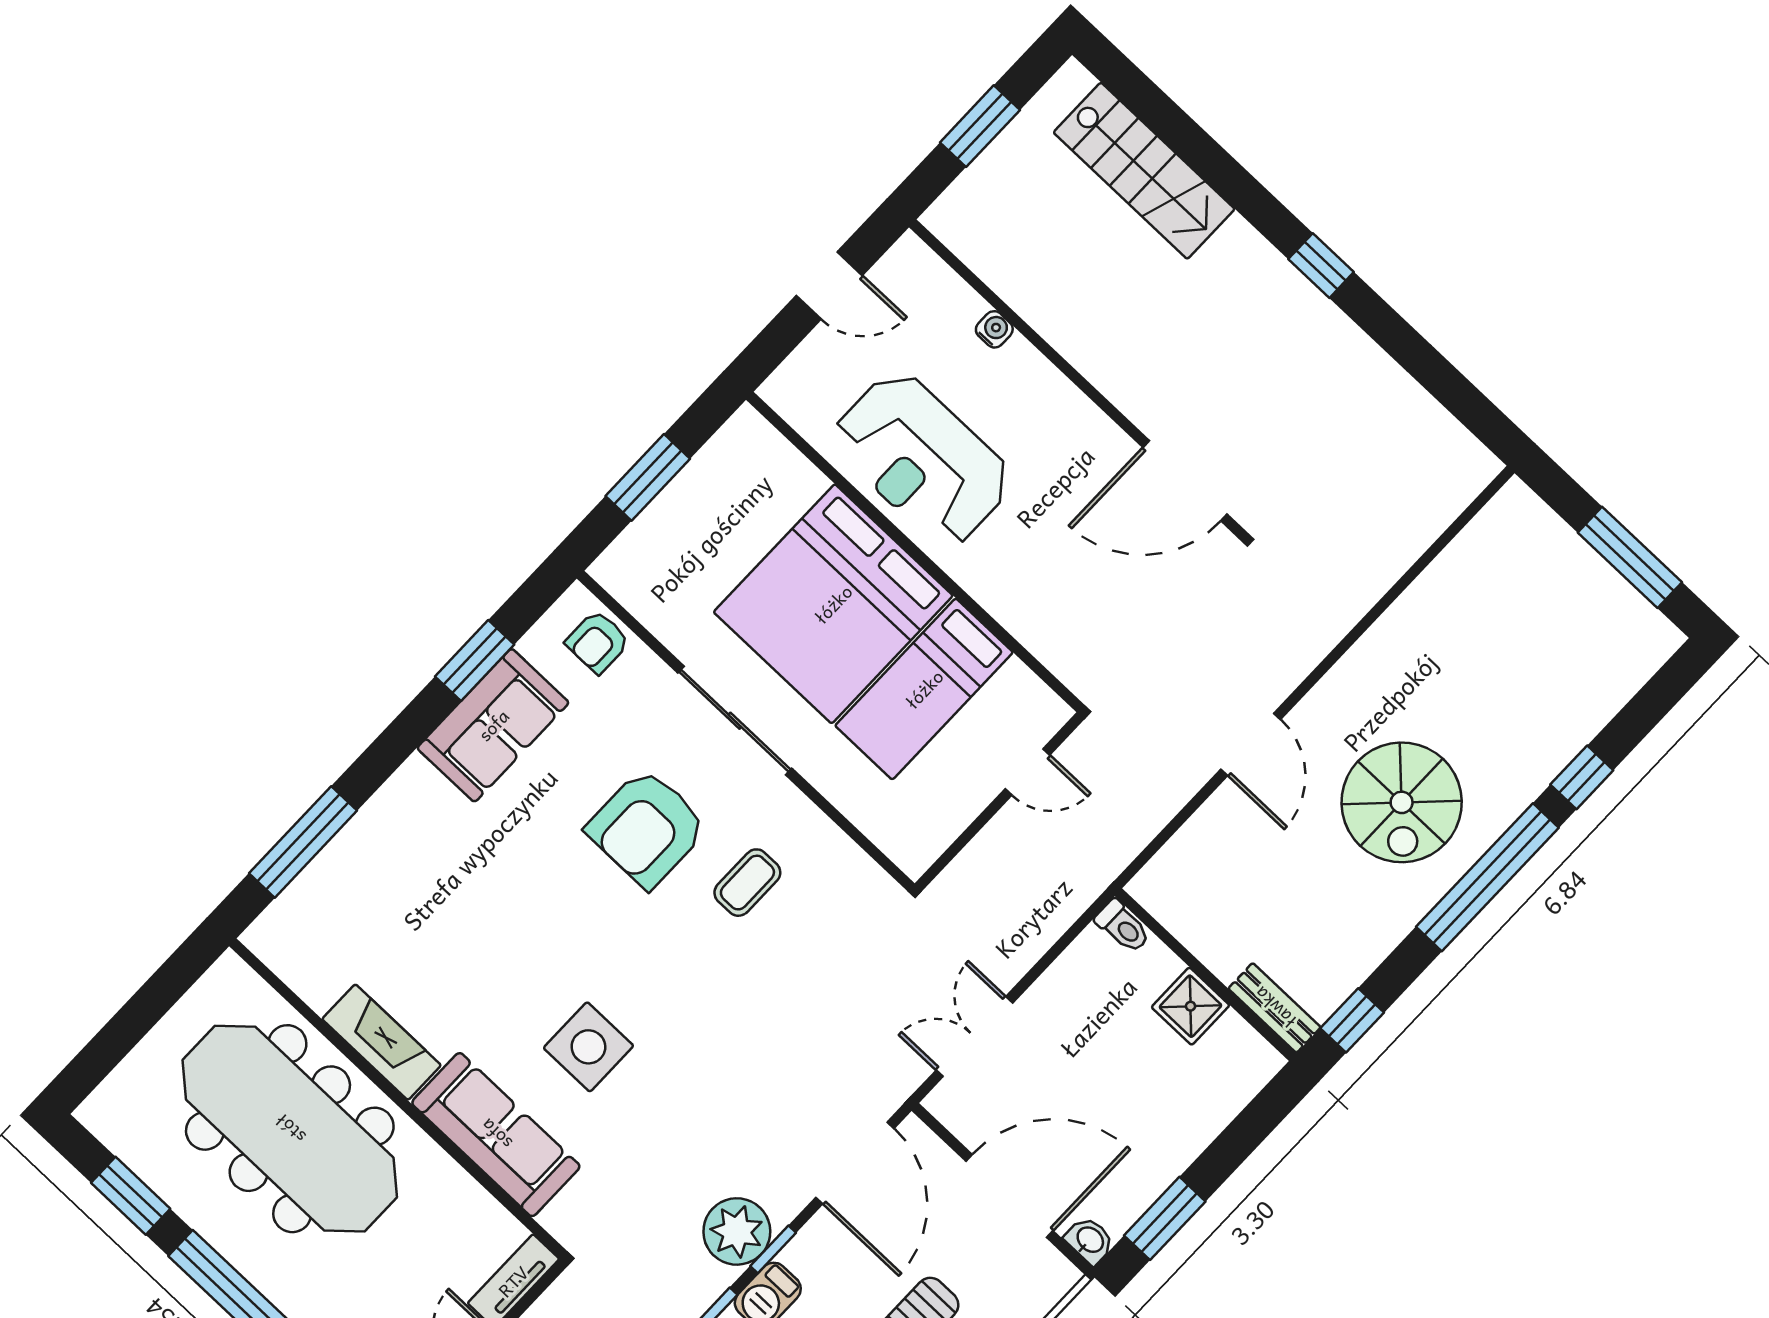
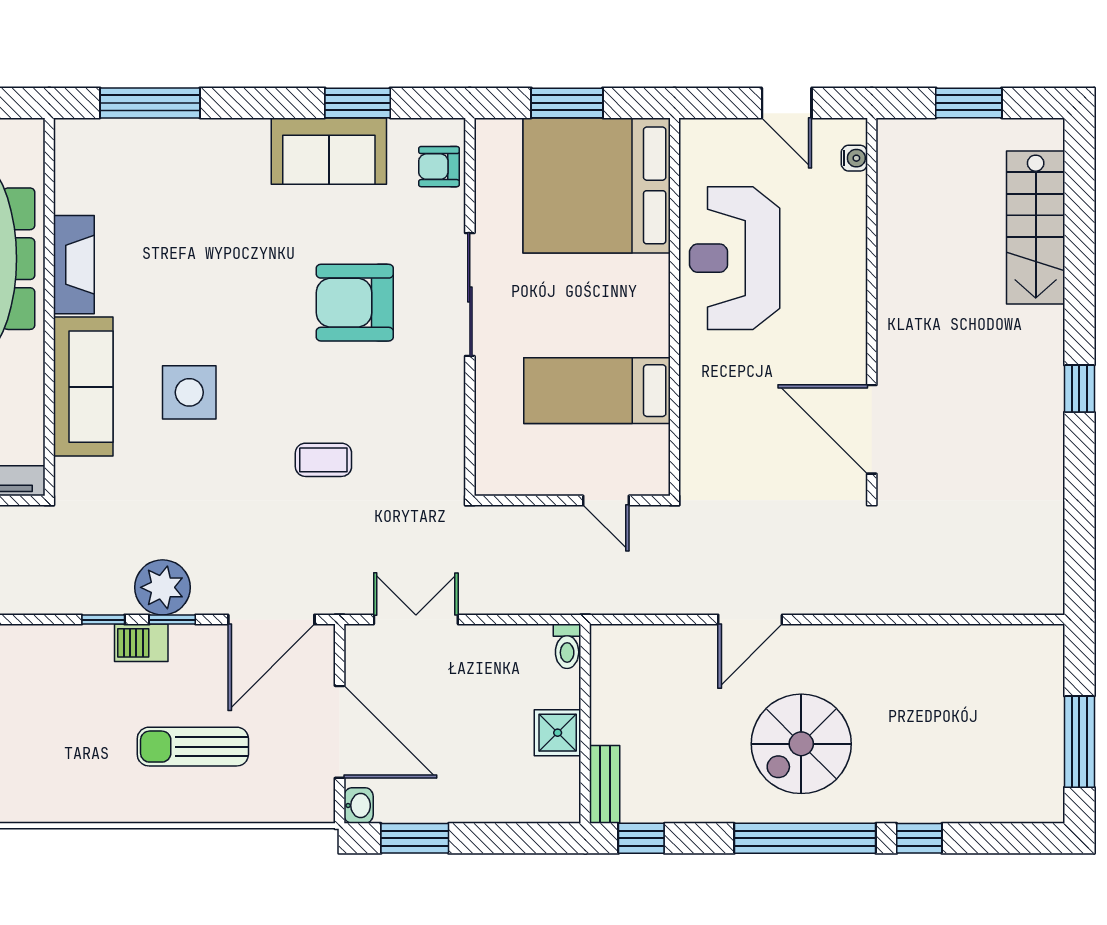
water cooler: (994, 329) -> (854, 158), moved
bed: (833, 604) -> (597, 185), moved
coffee table: (747, 883) -> (323, 460), moved

